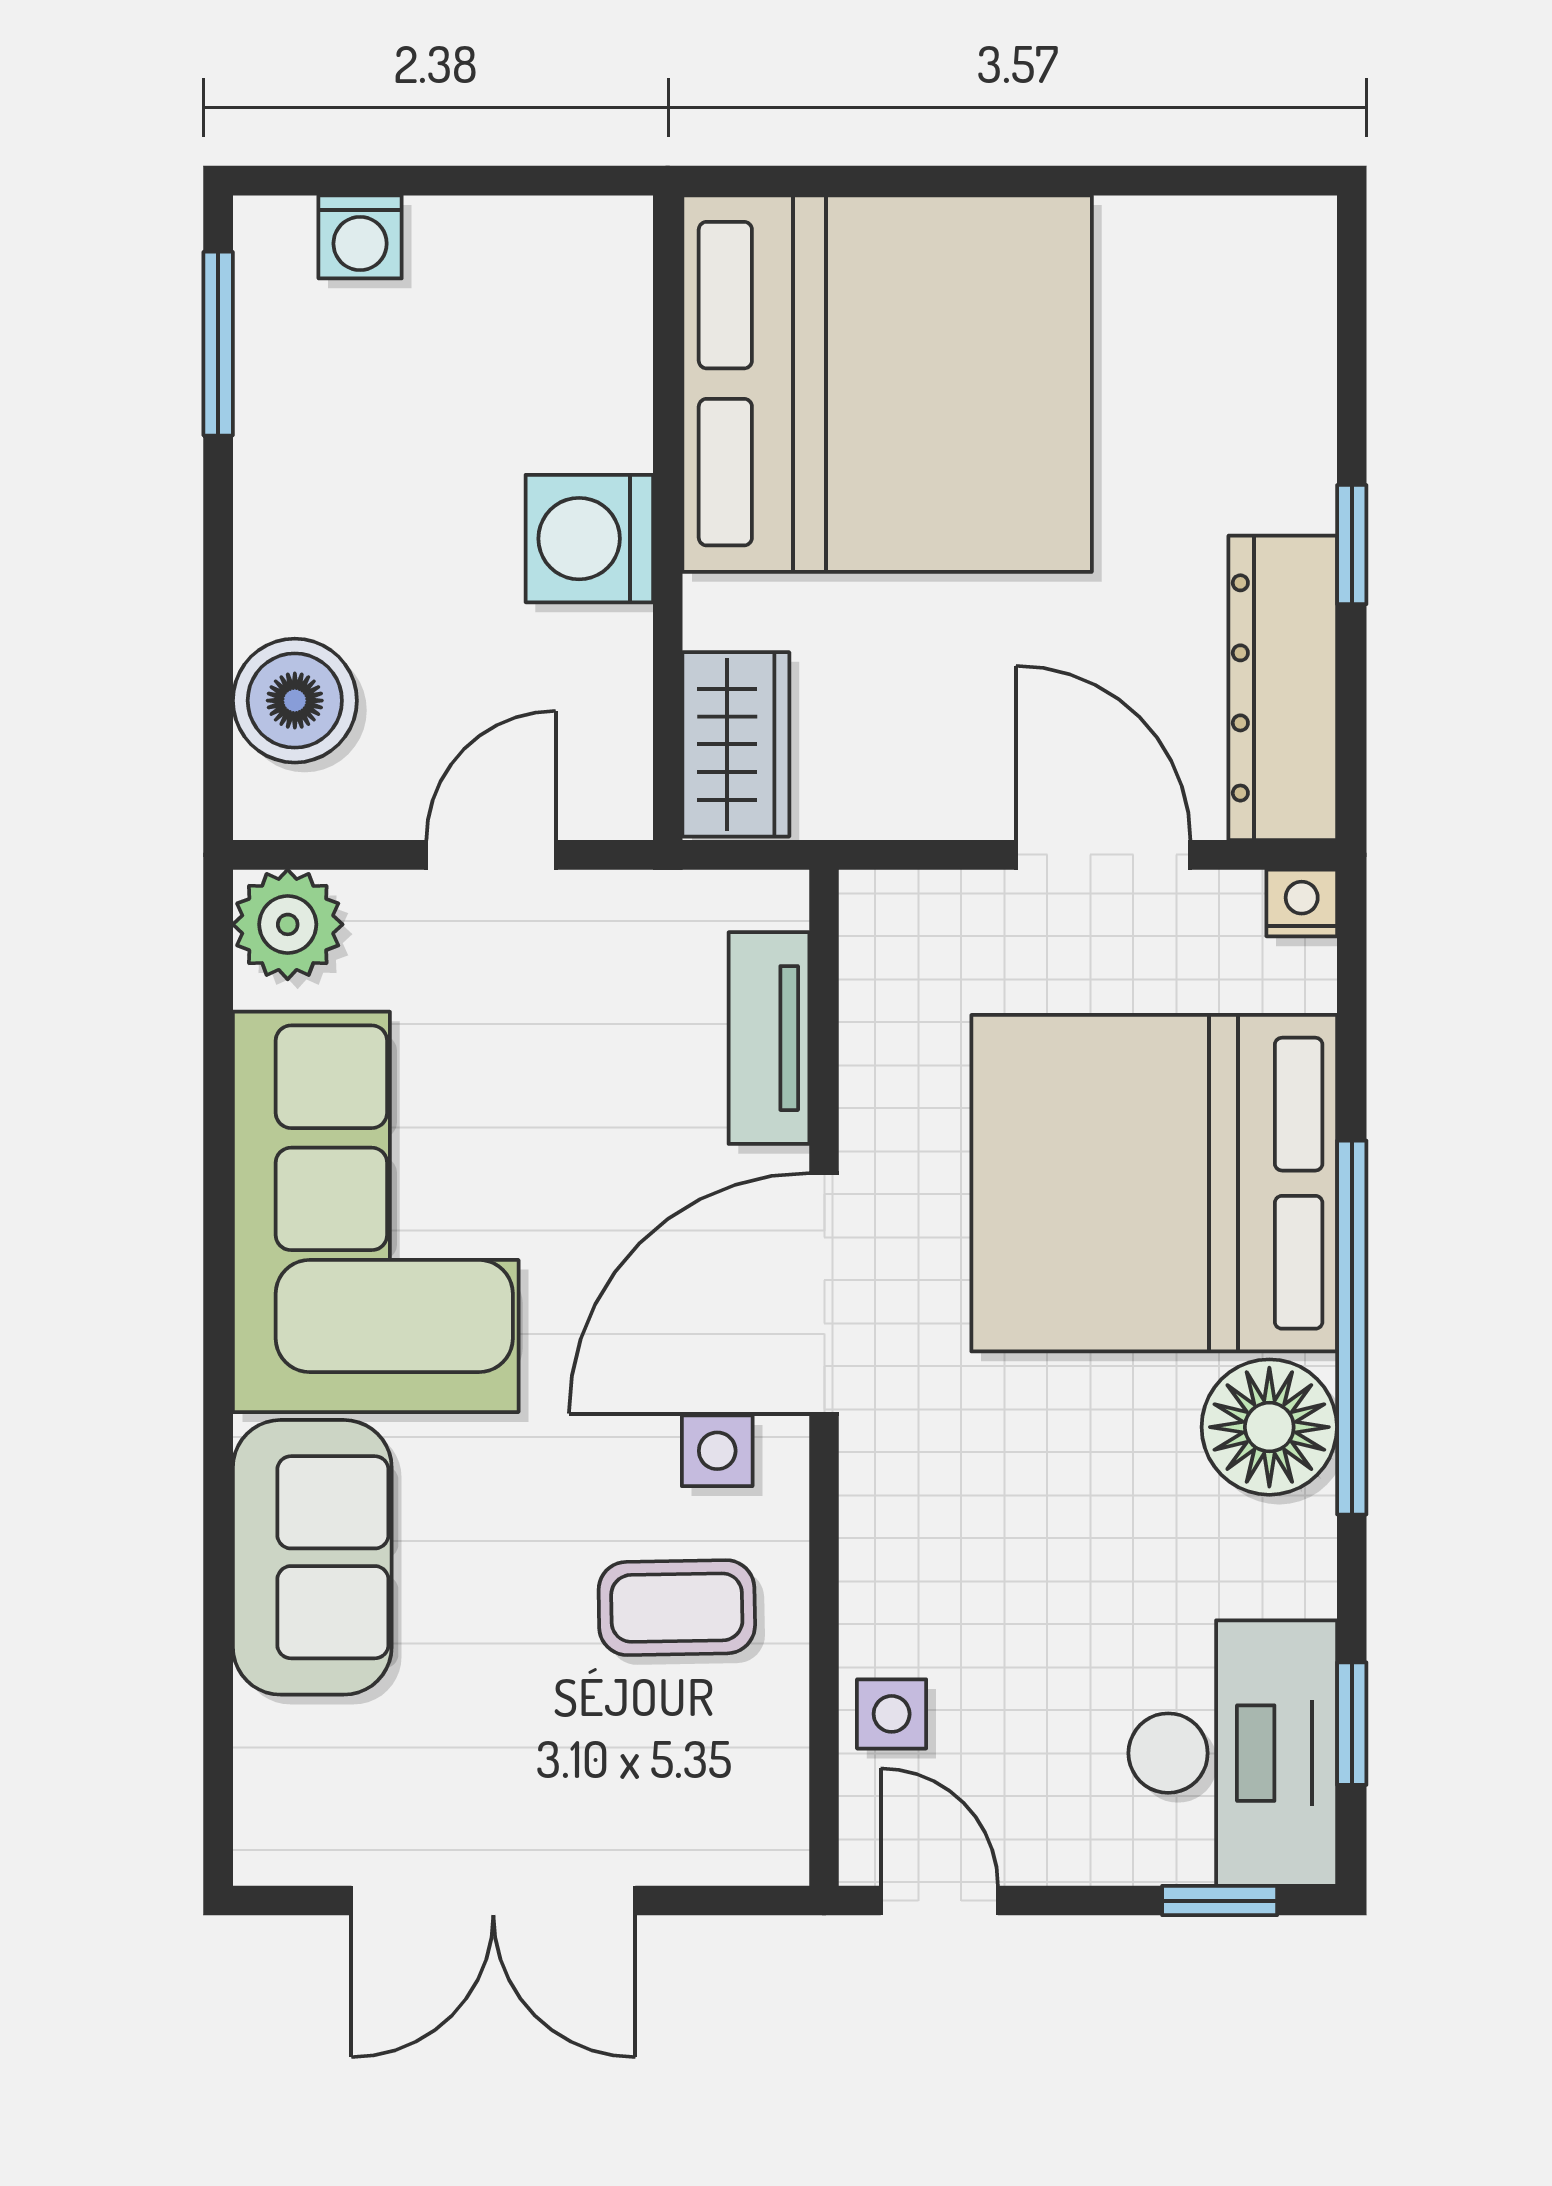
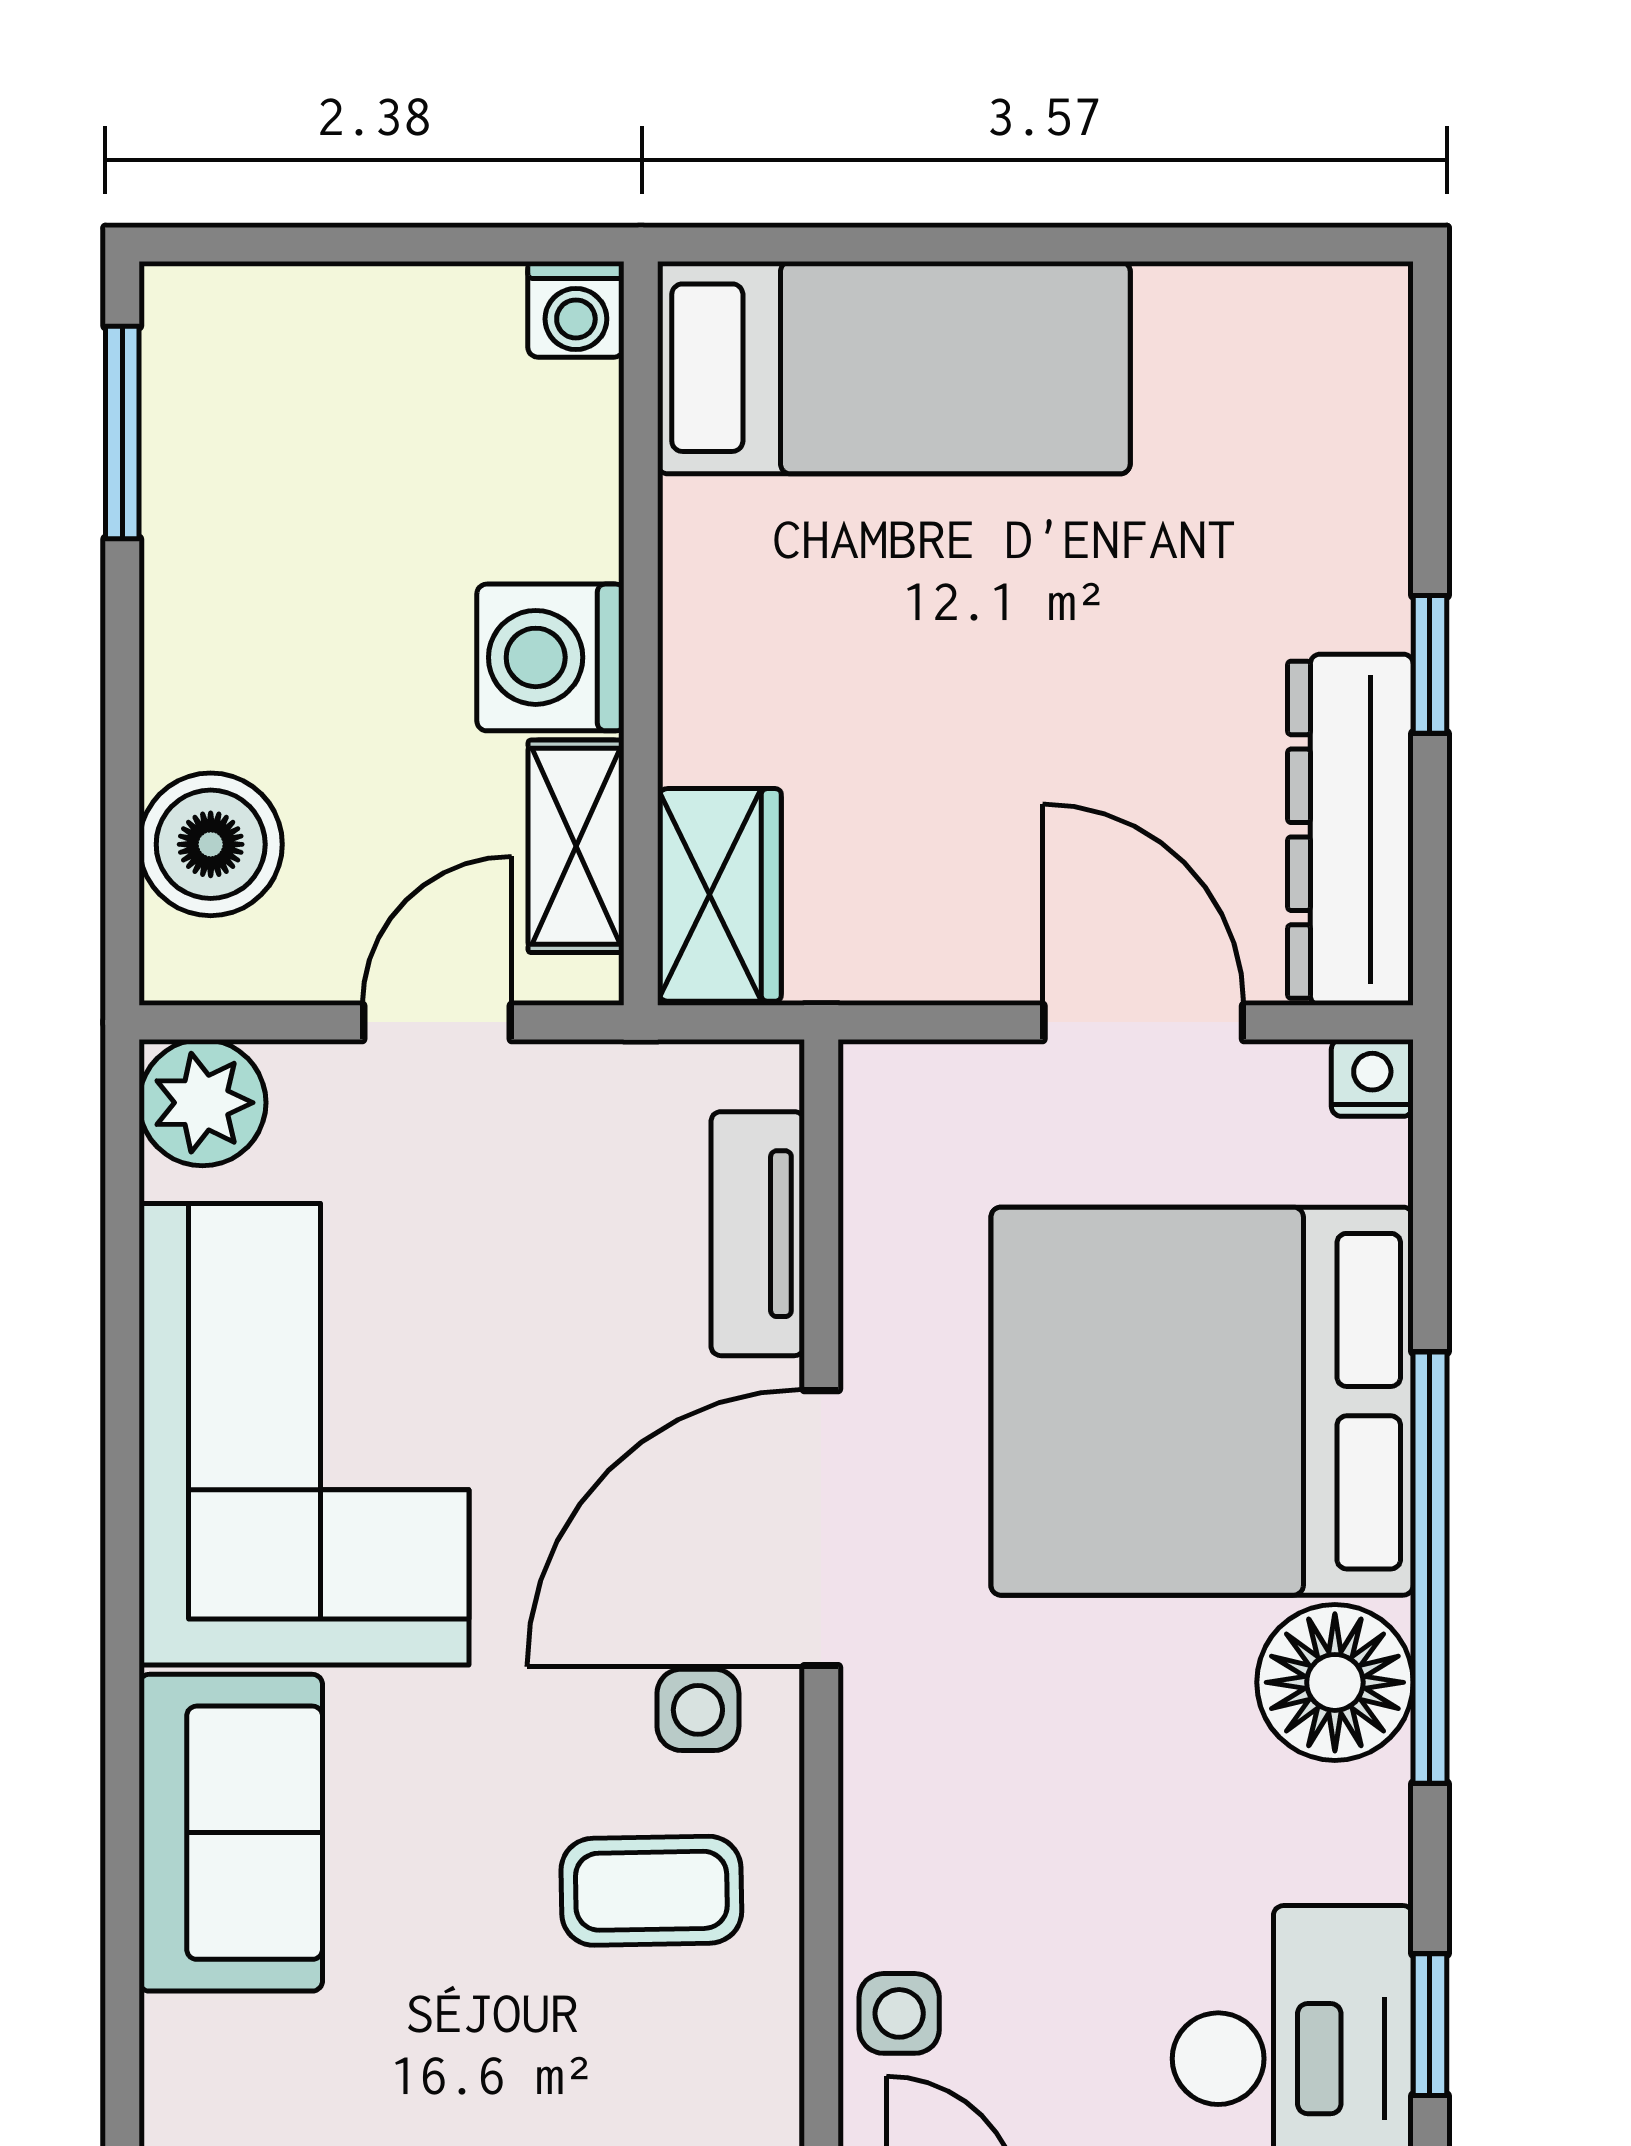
washing machine: (360, 237) -> (576, 309), moved
bed: (887, 384) -> (894, 368), width x0.49
shelving: (612, 702) -> (576, 846), added

